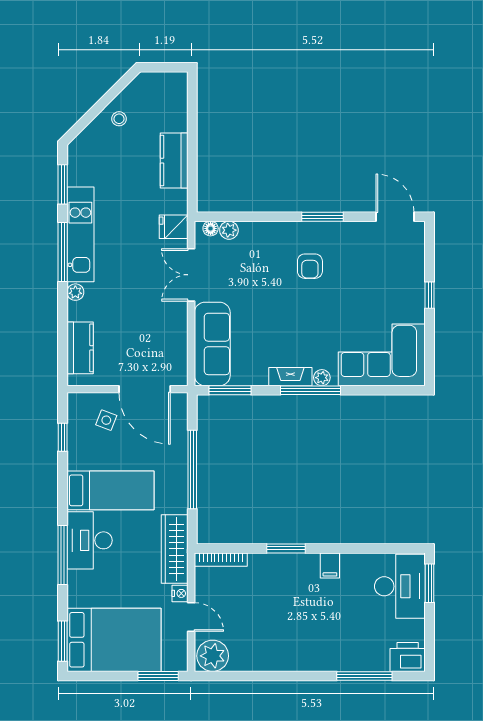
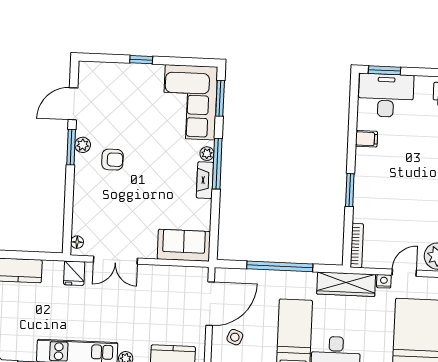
door: (395, 217) -> (73, 104), moved
plant: (229, 230) -> (83, 145), moved
sofa: (212, 344) -> (184, 245), width x0.73
window: (230, 390) -> (220, 98), moved
filing cabinet: (330, 566) -> (367, 139), moved

